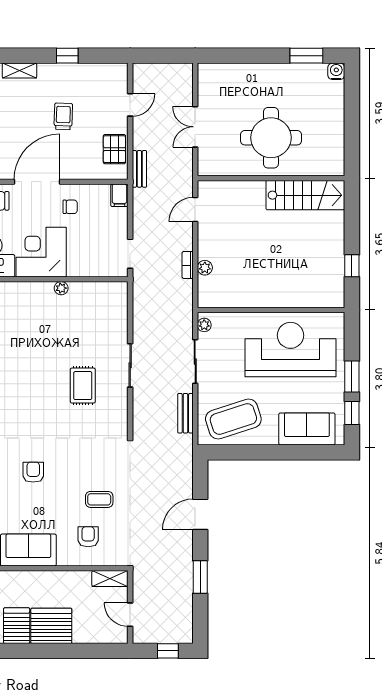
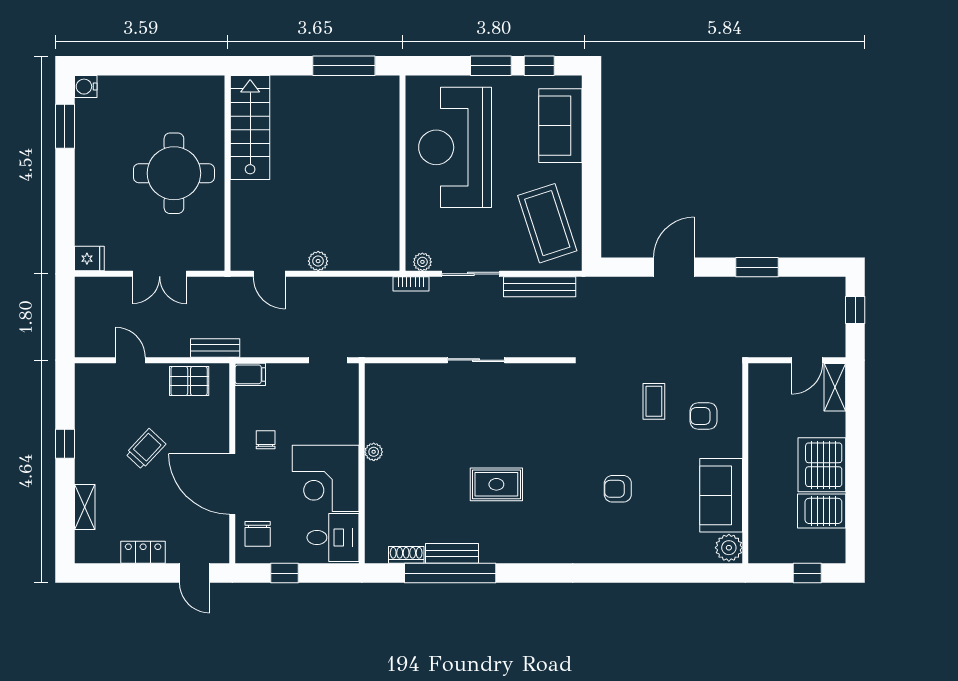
fridge: (207, 74) -> (89, 259), added
trolley: (63, 116) -> (146, 449), turned 131
bookcase: (188, 265) -> (411, 284), moved
window: (352, 266) -> (344, 66), width x2.17
plant: (205, 268) -> (318, 261), moved
rug: (83, 386) -> (496, 484), moved
bench: (185, 413) -> (540, 287), width x1.36
door: (200, 514) -> (674, 267), swing flipped
shelving: (110, 579) -> (835, 387), moved

